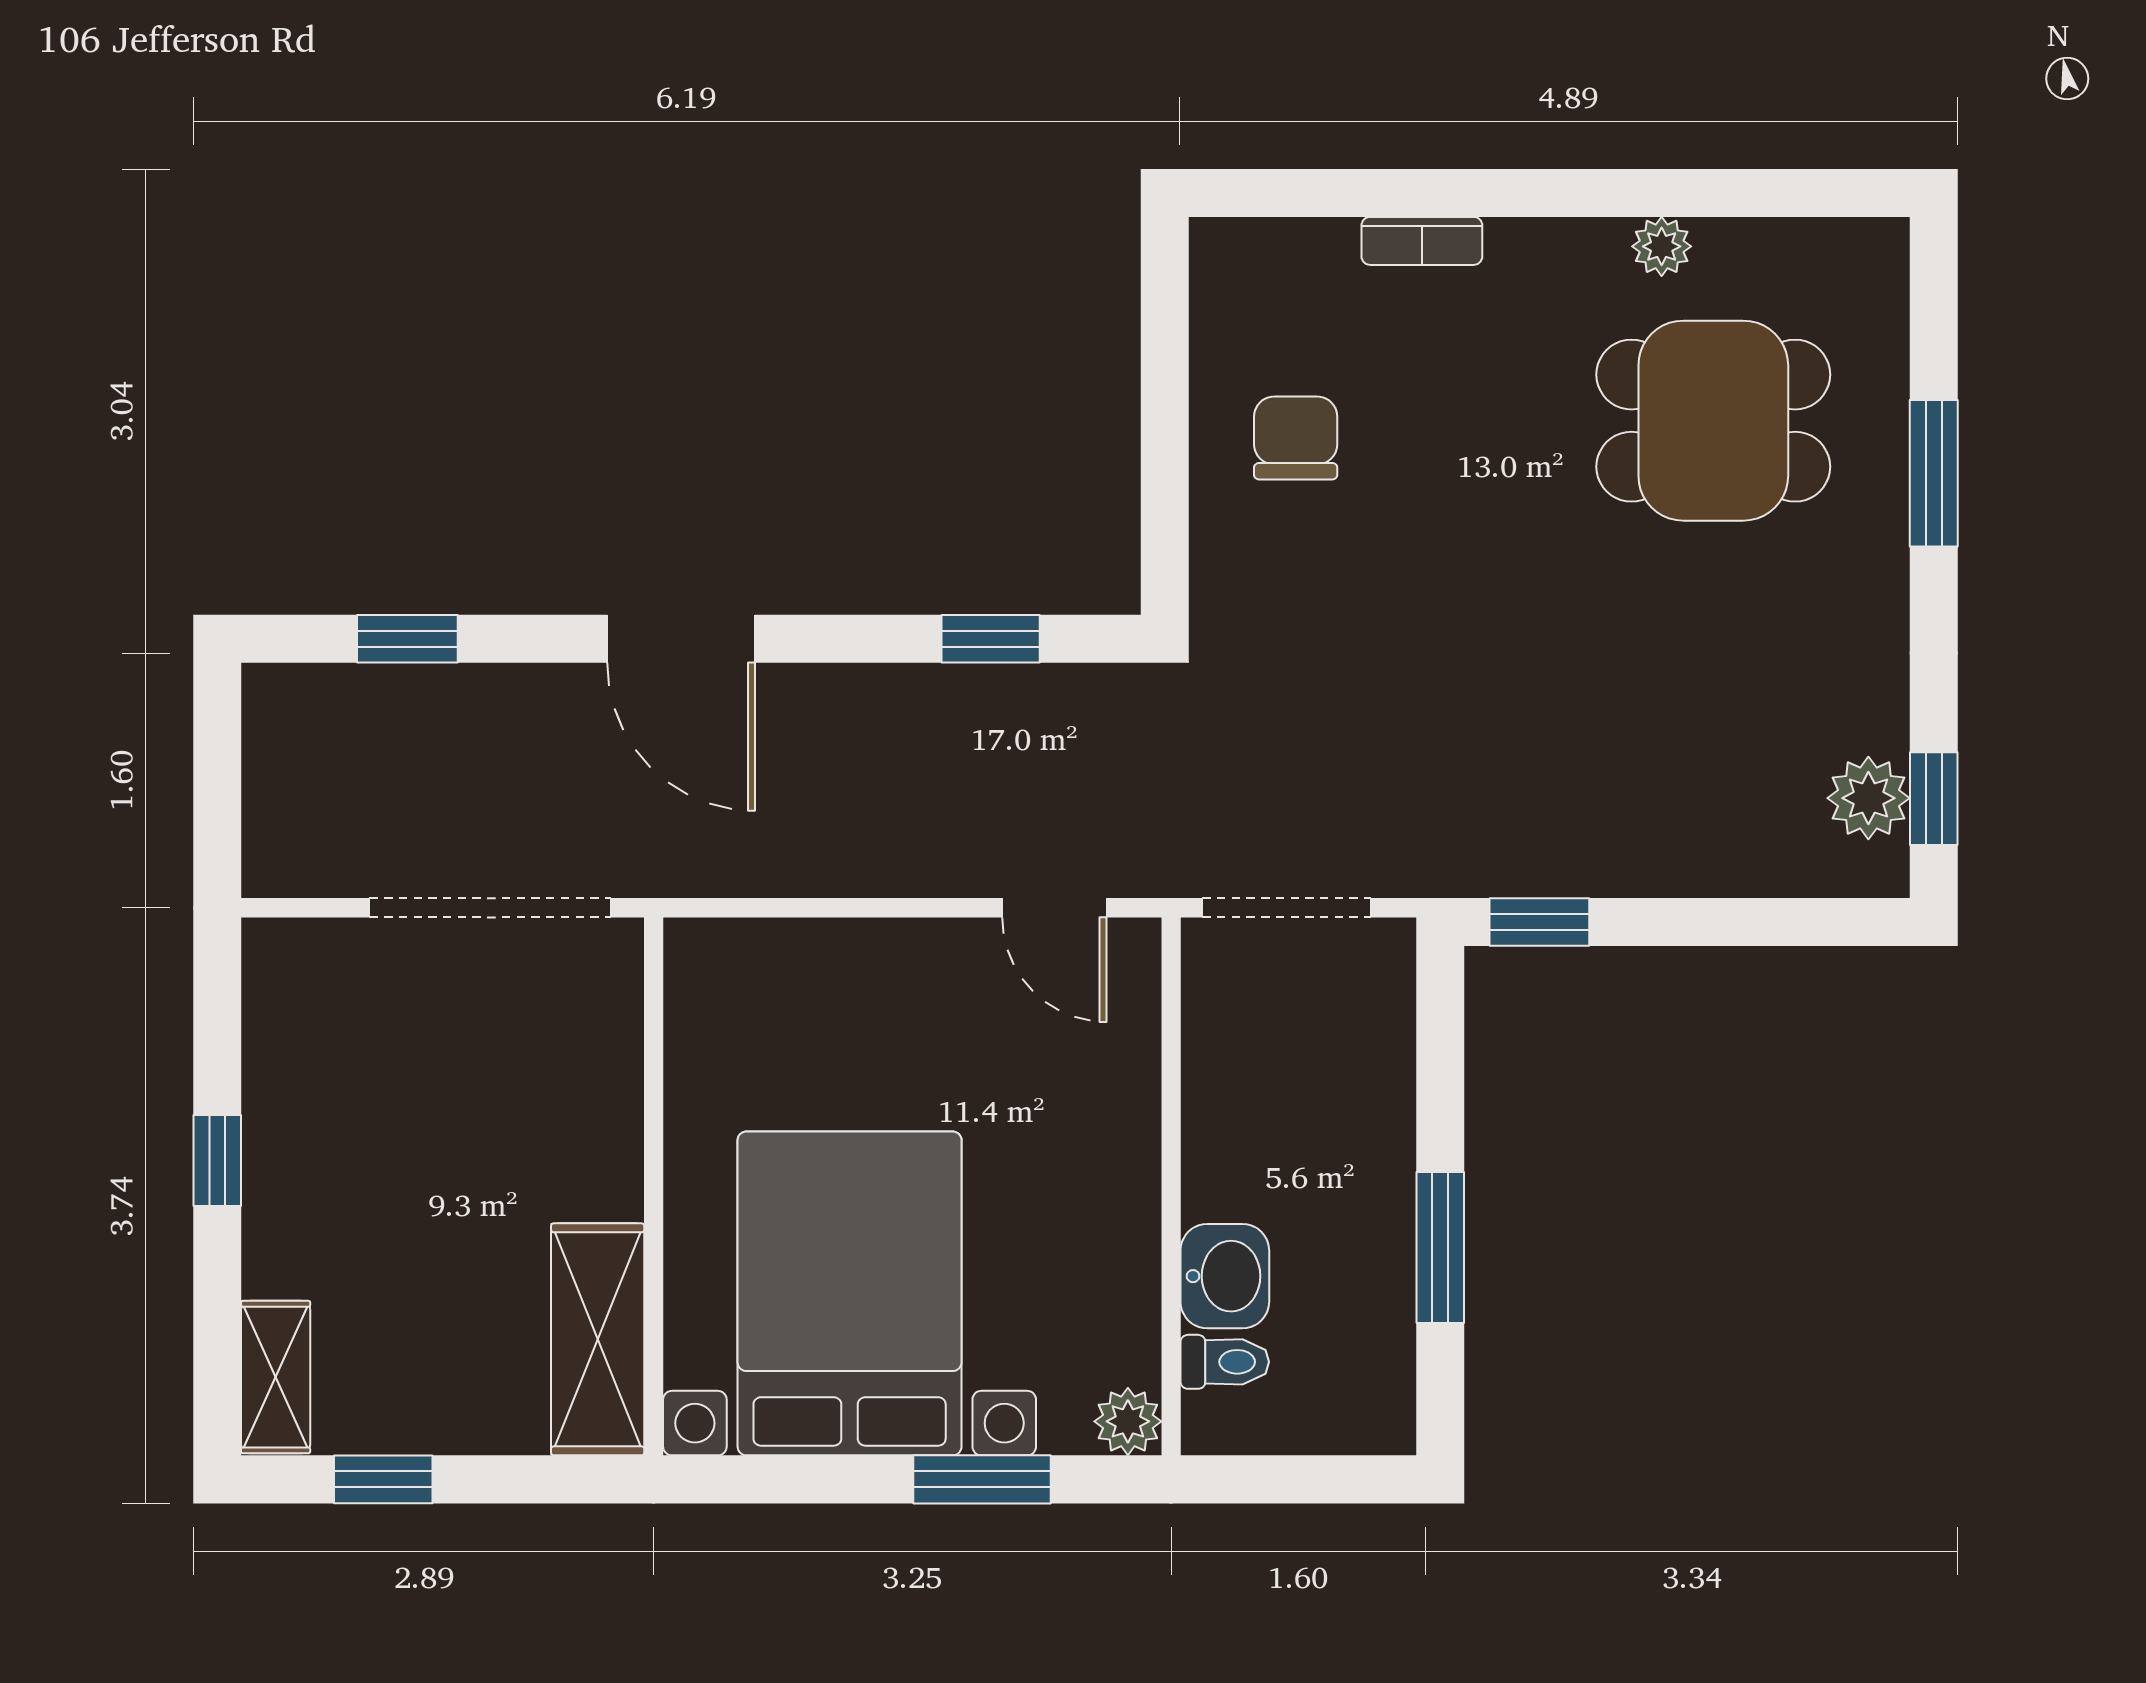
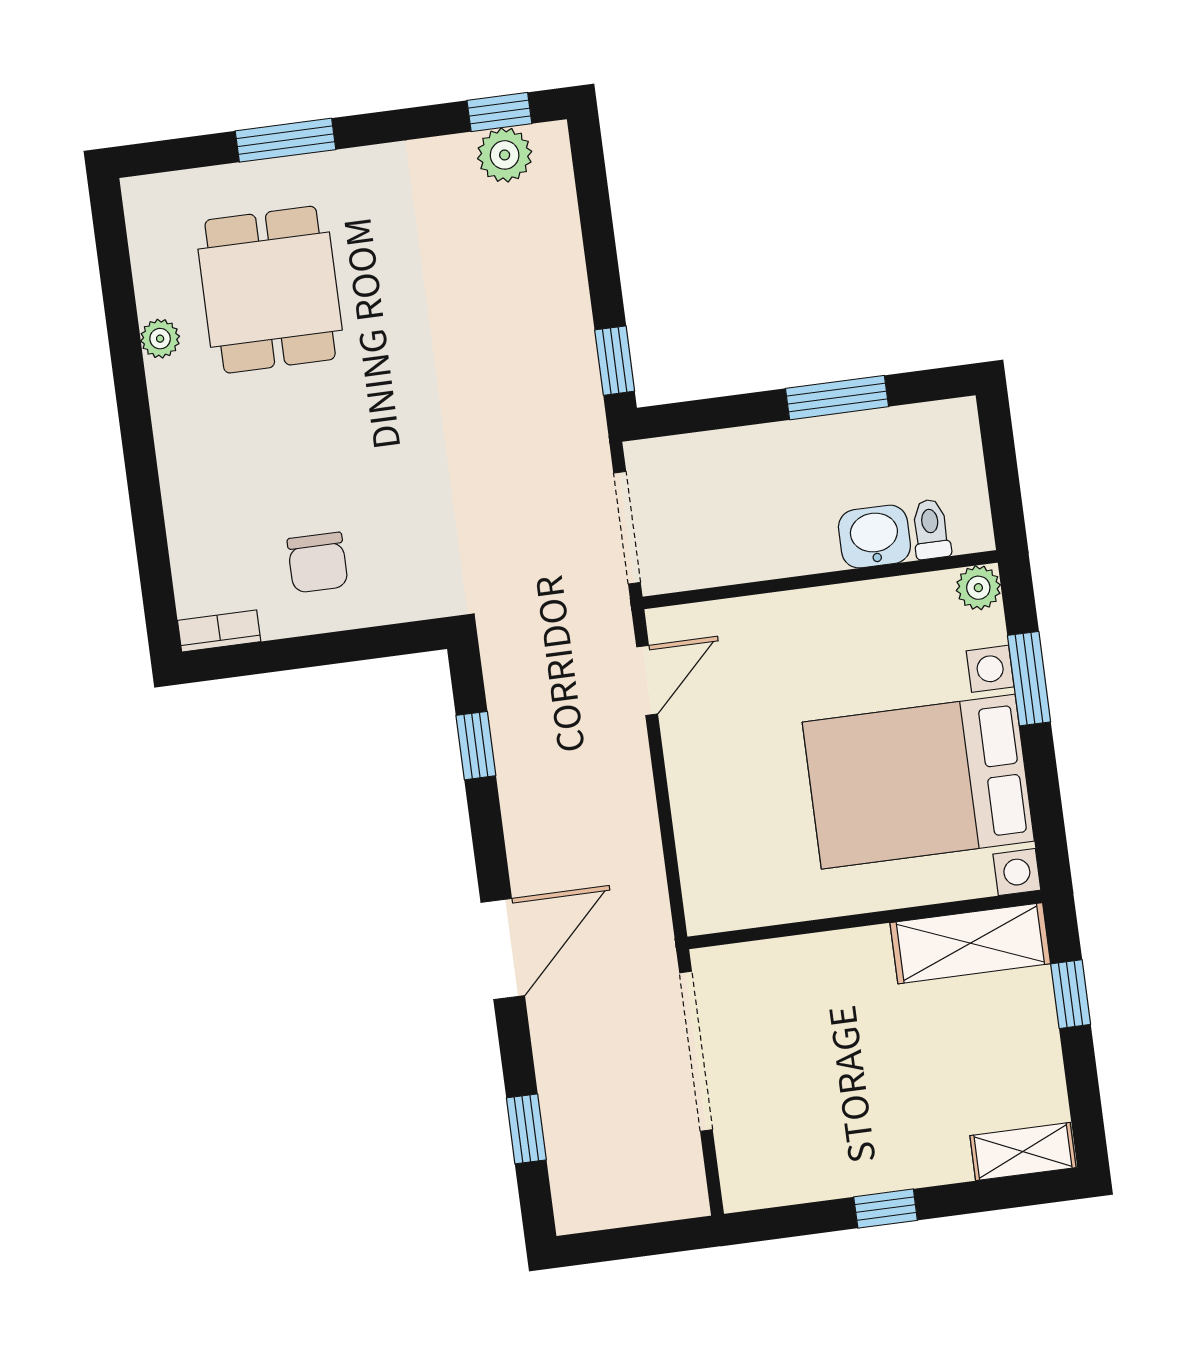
bookcase: (1422, 241) -> (219, 631), moved, turned -90
chair: (1296, 438) -> (318, 563), turned -90
window: (383, 1479) -> (1071, 994), moved

